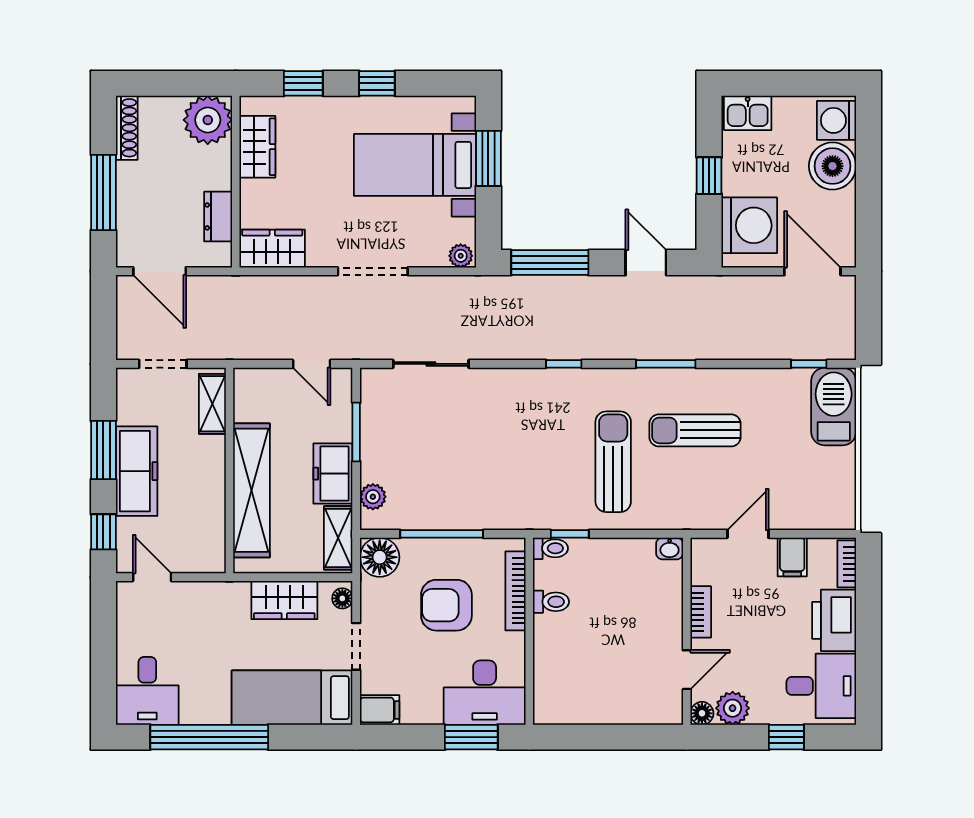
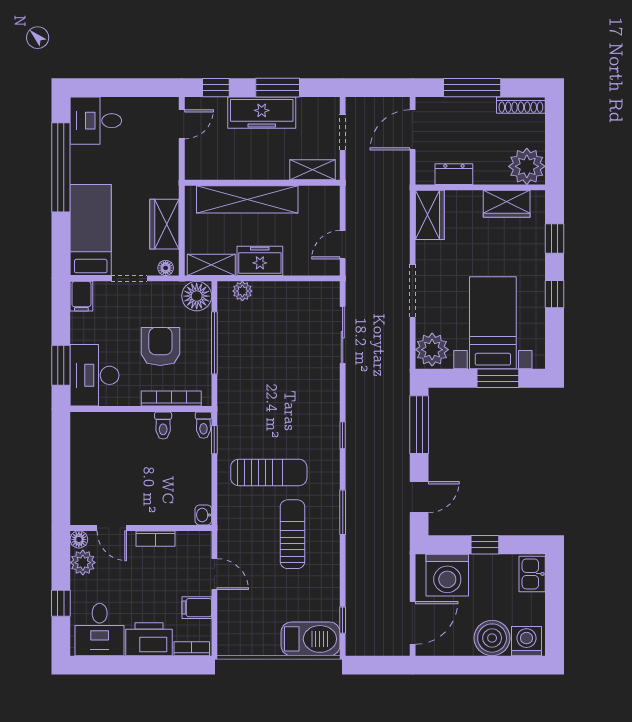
plant: (461, 256) -> (432, 350), width x1.88, depth x1.88
window: (356, 432) -> (291, 278), removed

